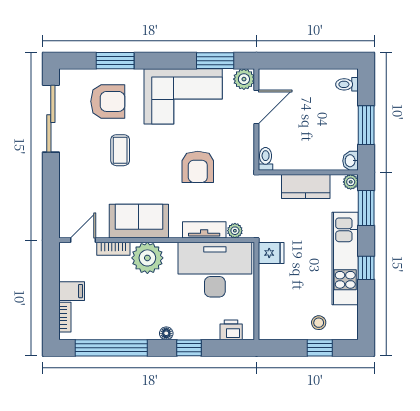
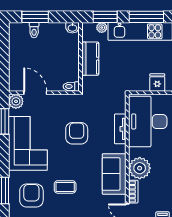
toilet: (347, 84) -> (34, 30), moved
window: (366, 125) -> (35, 17), moved
armchair: (198, 167) -> (77, 133), turned -90
plant: (351, 182) -> (102, 28), moved
plant: (235, 231) -> (121, 108), removed
fridge: (271, 253) -> (157, 83), moved
window: (366, 268) -> (146, 17), width x2.17

